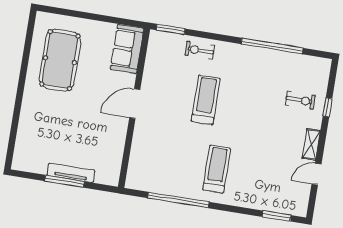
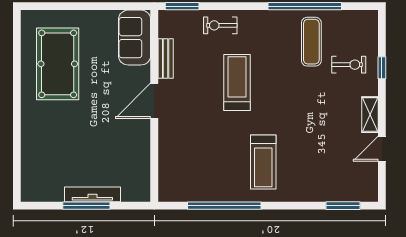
bench: (150, 70) -> (166, 58), added
exercise mat: (273, 76) -> (311, 42), added
treadmill: (217, 169) -> (263, 162), turned 180

